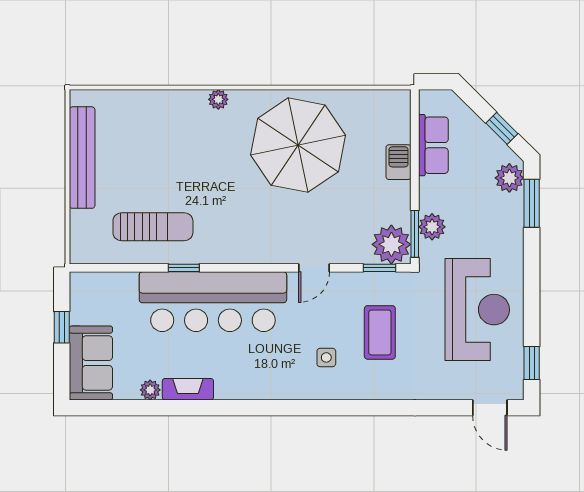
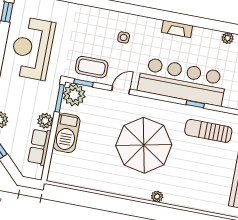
parasol: (298, 145) -> (144, 145), moved
barbecue: (399, 162) -> (67, 133), width x1.88, depth x1.53
plant: (432, 227) -> (45, 121), moved
coffee table: (380, 332) -> (92, 67), moved, turned 90
fireplace: (188, 389) -> (177, 29), moved

